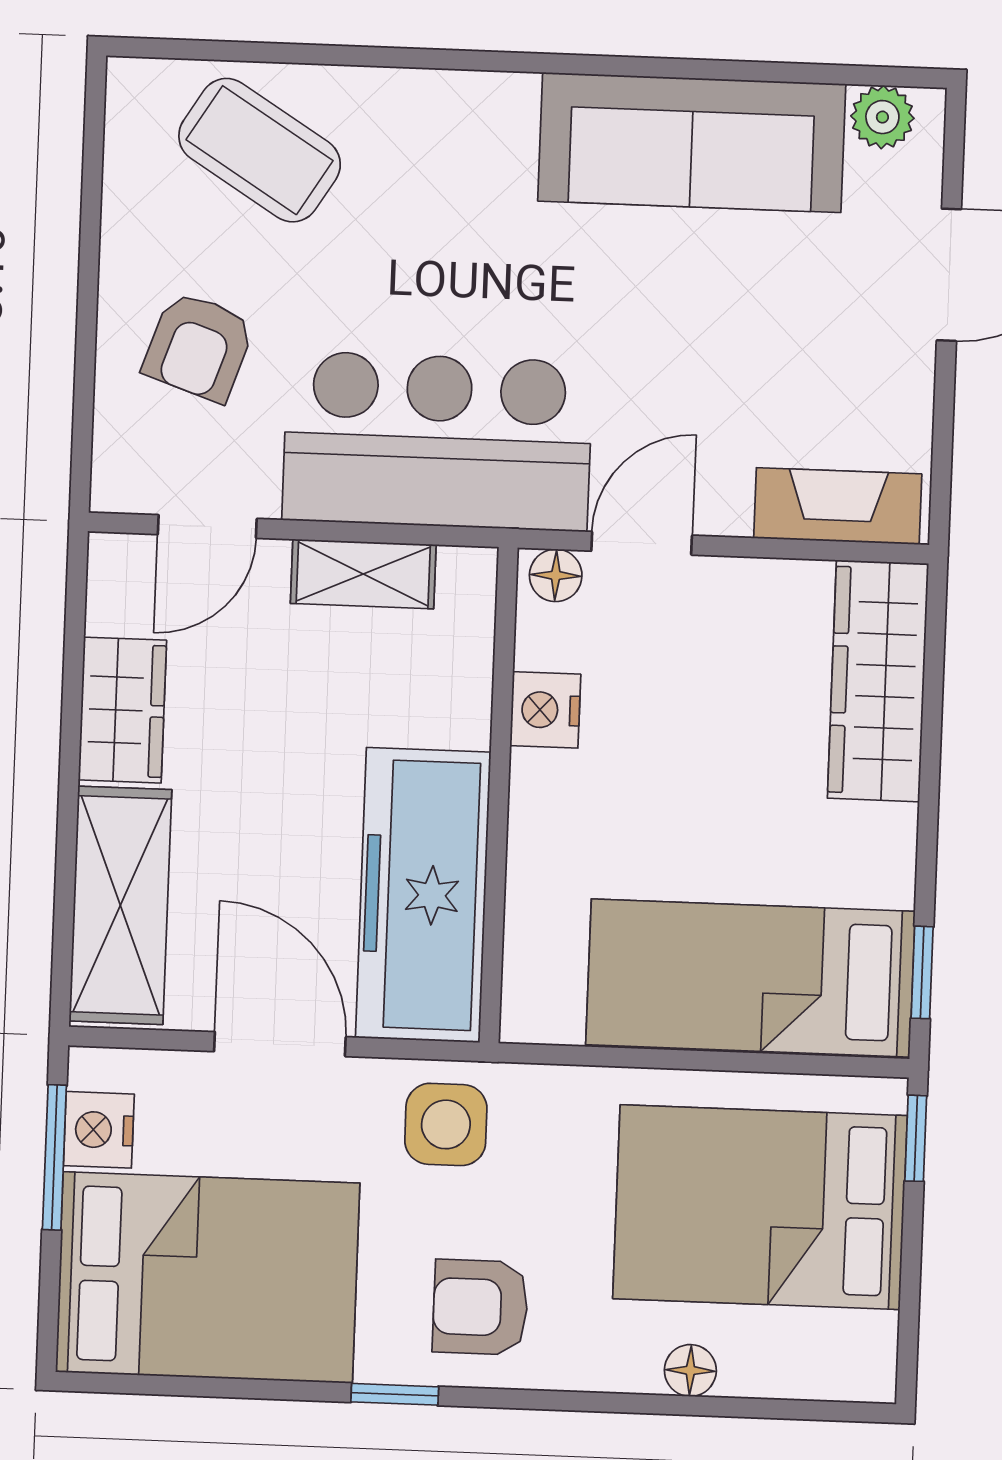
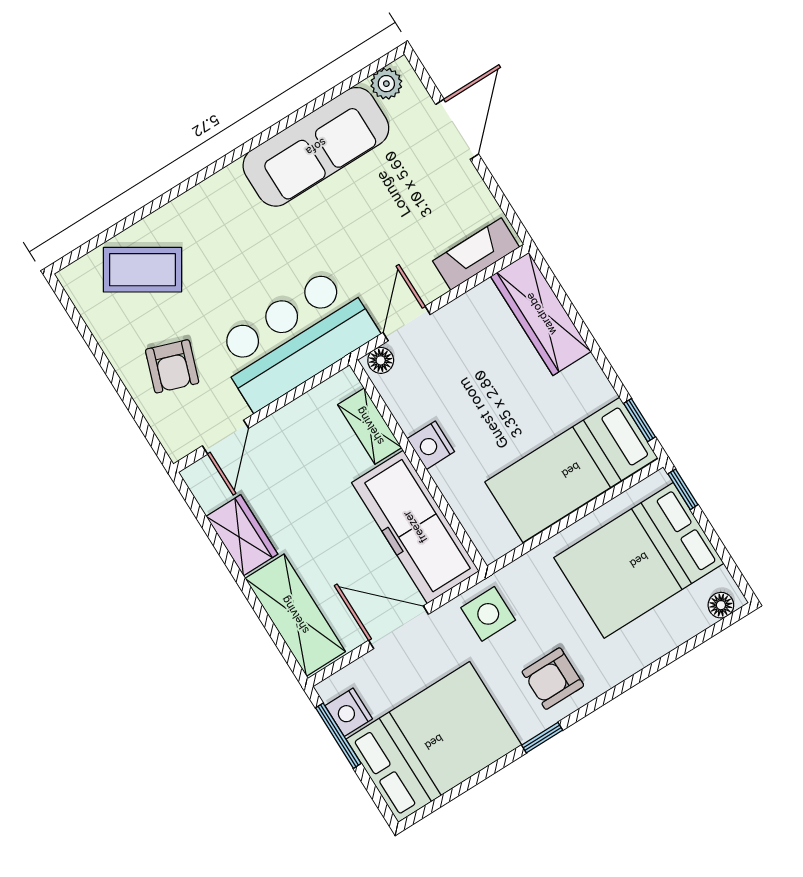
shelving: (363, 574) -> (370, 426), moved, turned 90
nightstand: (545, 710) -> (431, 445), moved
floor lamp: (690, 1370) -> (721, 605), moved

